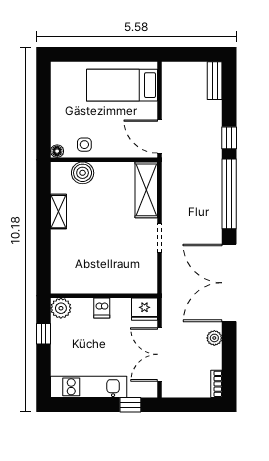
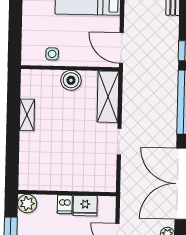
floor lamp: (57, 151) -> (27, 59), removed
boiler: (83, 173) -> (71, 80), moved
fridge: (144, 309) -> (85, 206), moved

